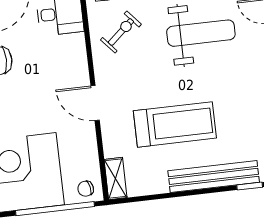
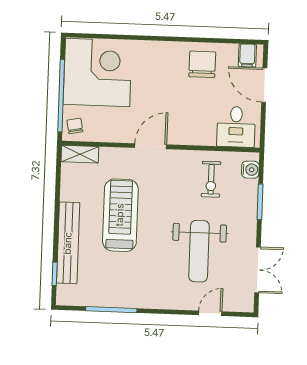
exercise bike: (121, 32) -> (211, 179), turned 41
treadmill: (175, 124) -> (120, 215), turned 180

